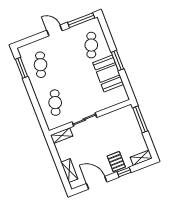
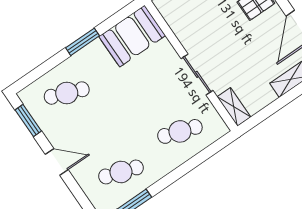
window: (81, 20) -> (28, 121), width x0.69
door: (55, 30) -> (57, 162), swing flipped
booth: (108, 73) -> (132, 36), moved

